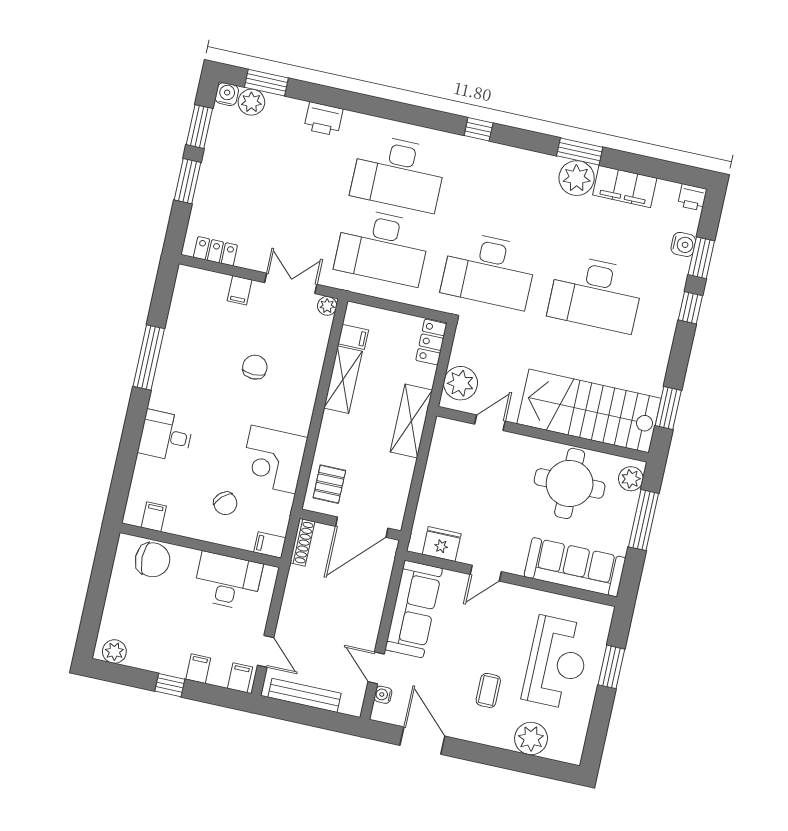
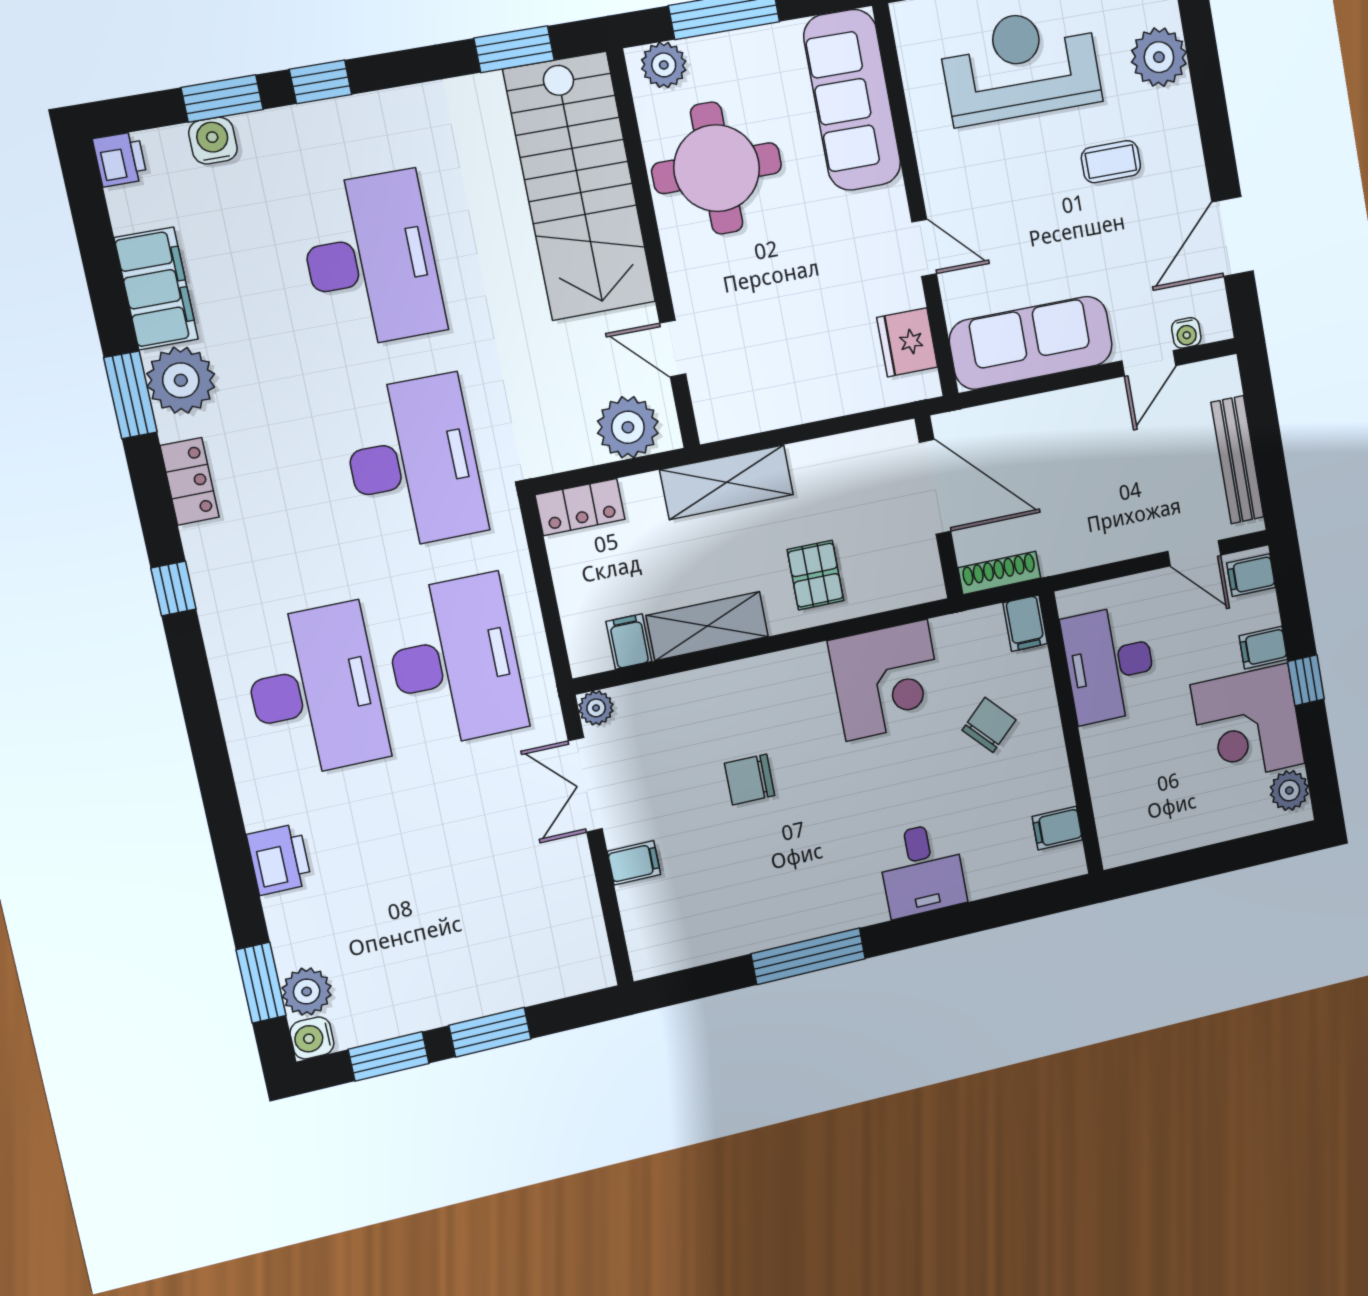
locker: (215, 251) -> (190, 481), moved, turned 180
pallet: (329, 484) -> (815, 575), moved, turned 90
chair: (153, 560) -> (1125, 798), removed
corner desk: (161, 643) -> (1248, 724), added
door: (266, 651) -> (1194, 553), swing flipped

